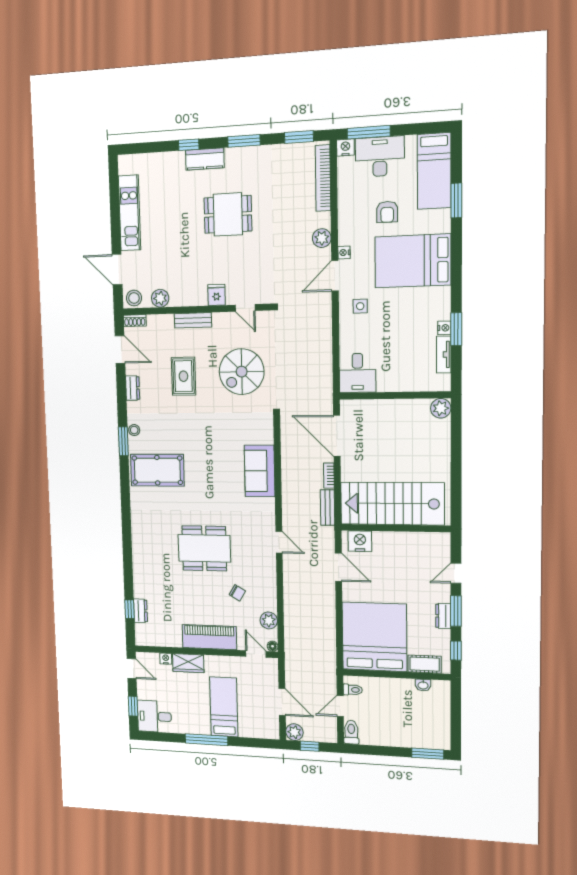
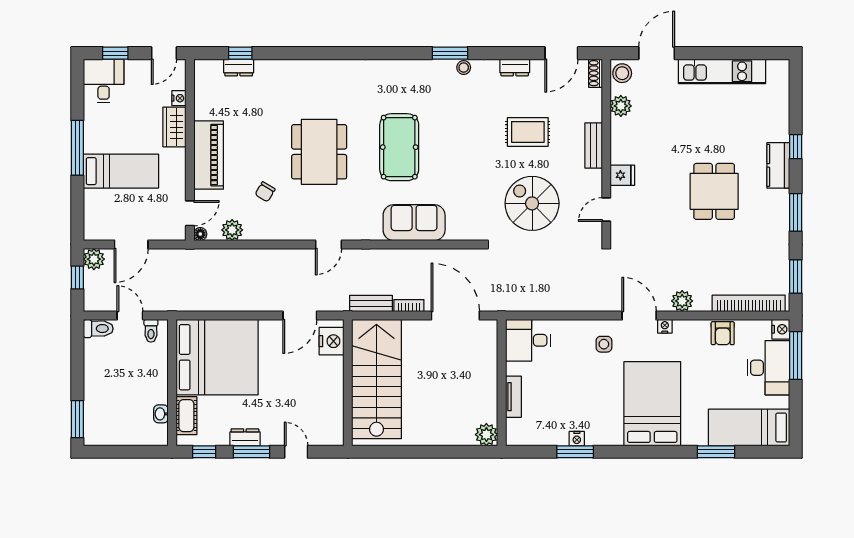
armchair: (387, 212) -> (723, 333), moved, turned -90
tv unit: (444, 355) -> (513, 397), moved, turned 90
door: (337, 436) -> (455, 316), hinge flipped
pool table: (157, 470) -> (399, 147), moved

